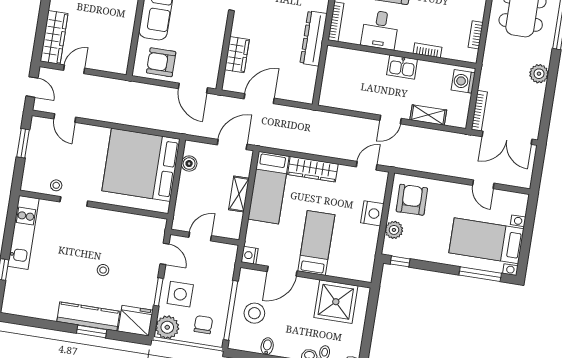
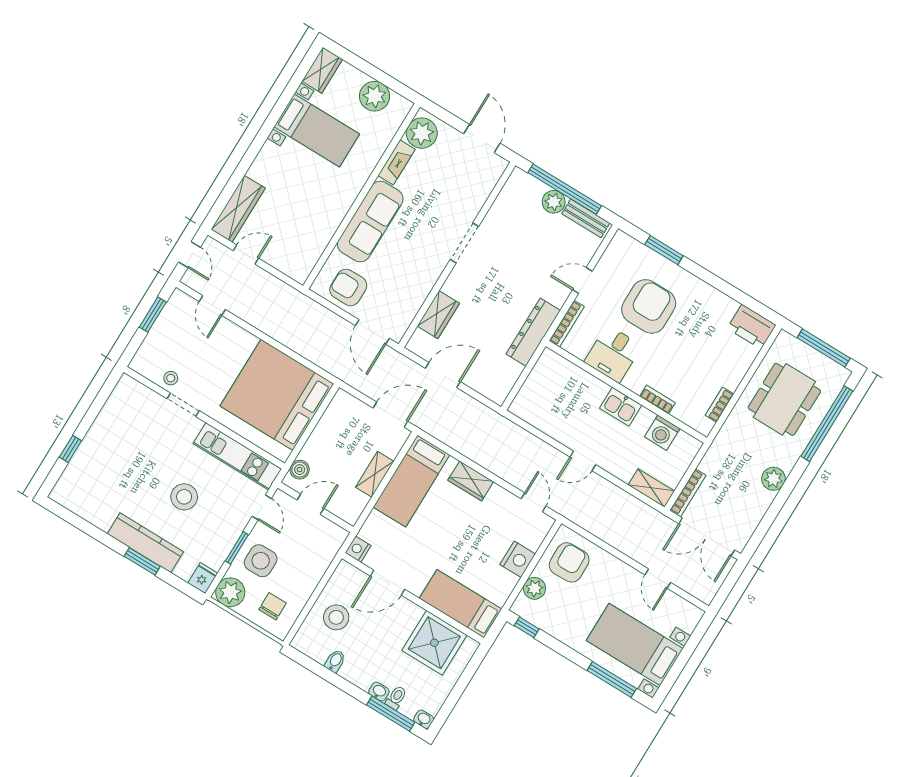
washing machine: (463, 81) -> (662, 433), moved, turned -90
shelving: (428, 115) -> (651, 488), moved
boiler: (189, 164) -> (300, 470), moved
door: (367, 166) -> (534, 502), hinge flipped
wardrobe: (313, 169) -> (471, 481), width x0.67
kitchen unit: (23, 232) -> (237, 456), moved, turned 90
bed: (316, 243) -> (460, 604), moved, turned -90
stool: (103, 270) -> (184, 497), width x1.89, depth x1.89
window: (231, 310) -> (311, 603), removed
fridge: (135, 321) -> (203, 578), width x0.53, depth x0.75

